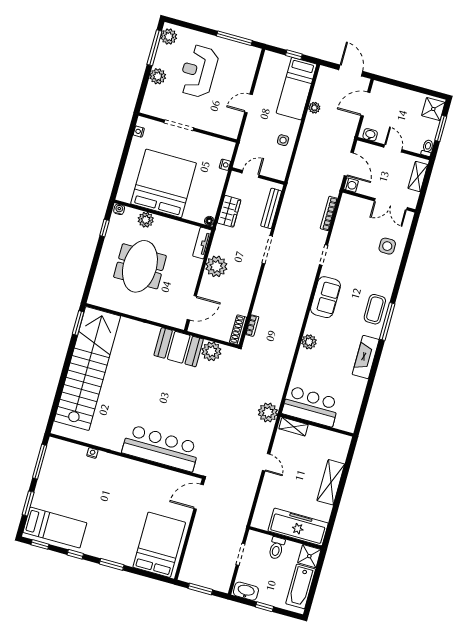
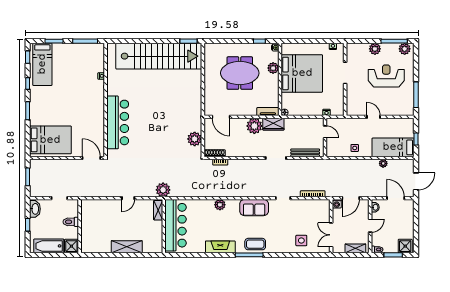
wardrobe: (229, 211) -> (273, 124), moved
booth: (179, 347) -> (191, 115), removed
bar counter: (311, 406) -> (176, 225), width x1.36
freezer: (298, 527) -> (89, 233), removed

